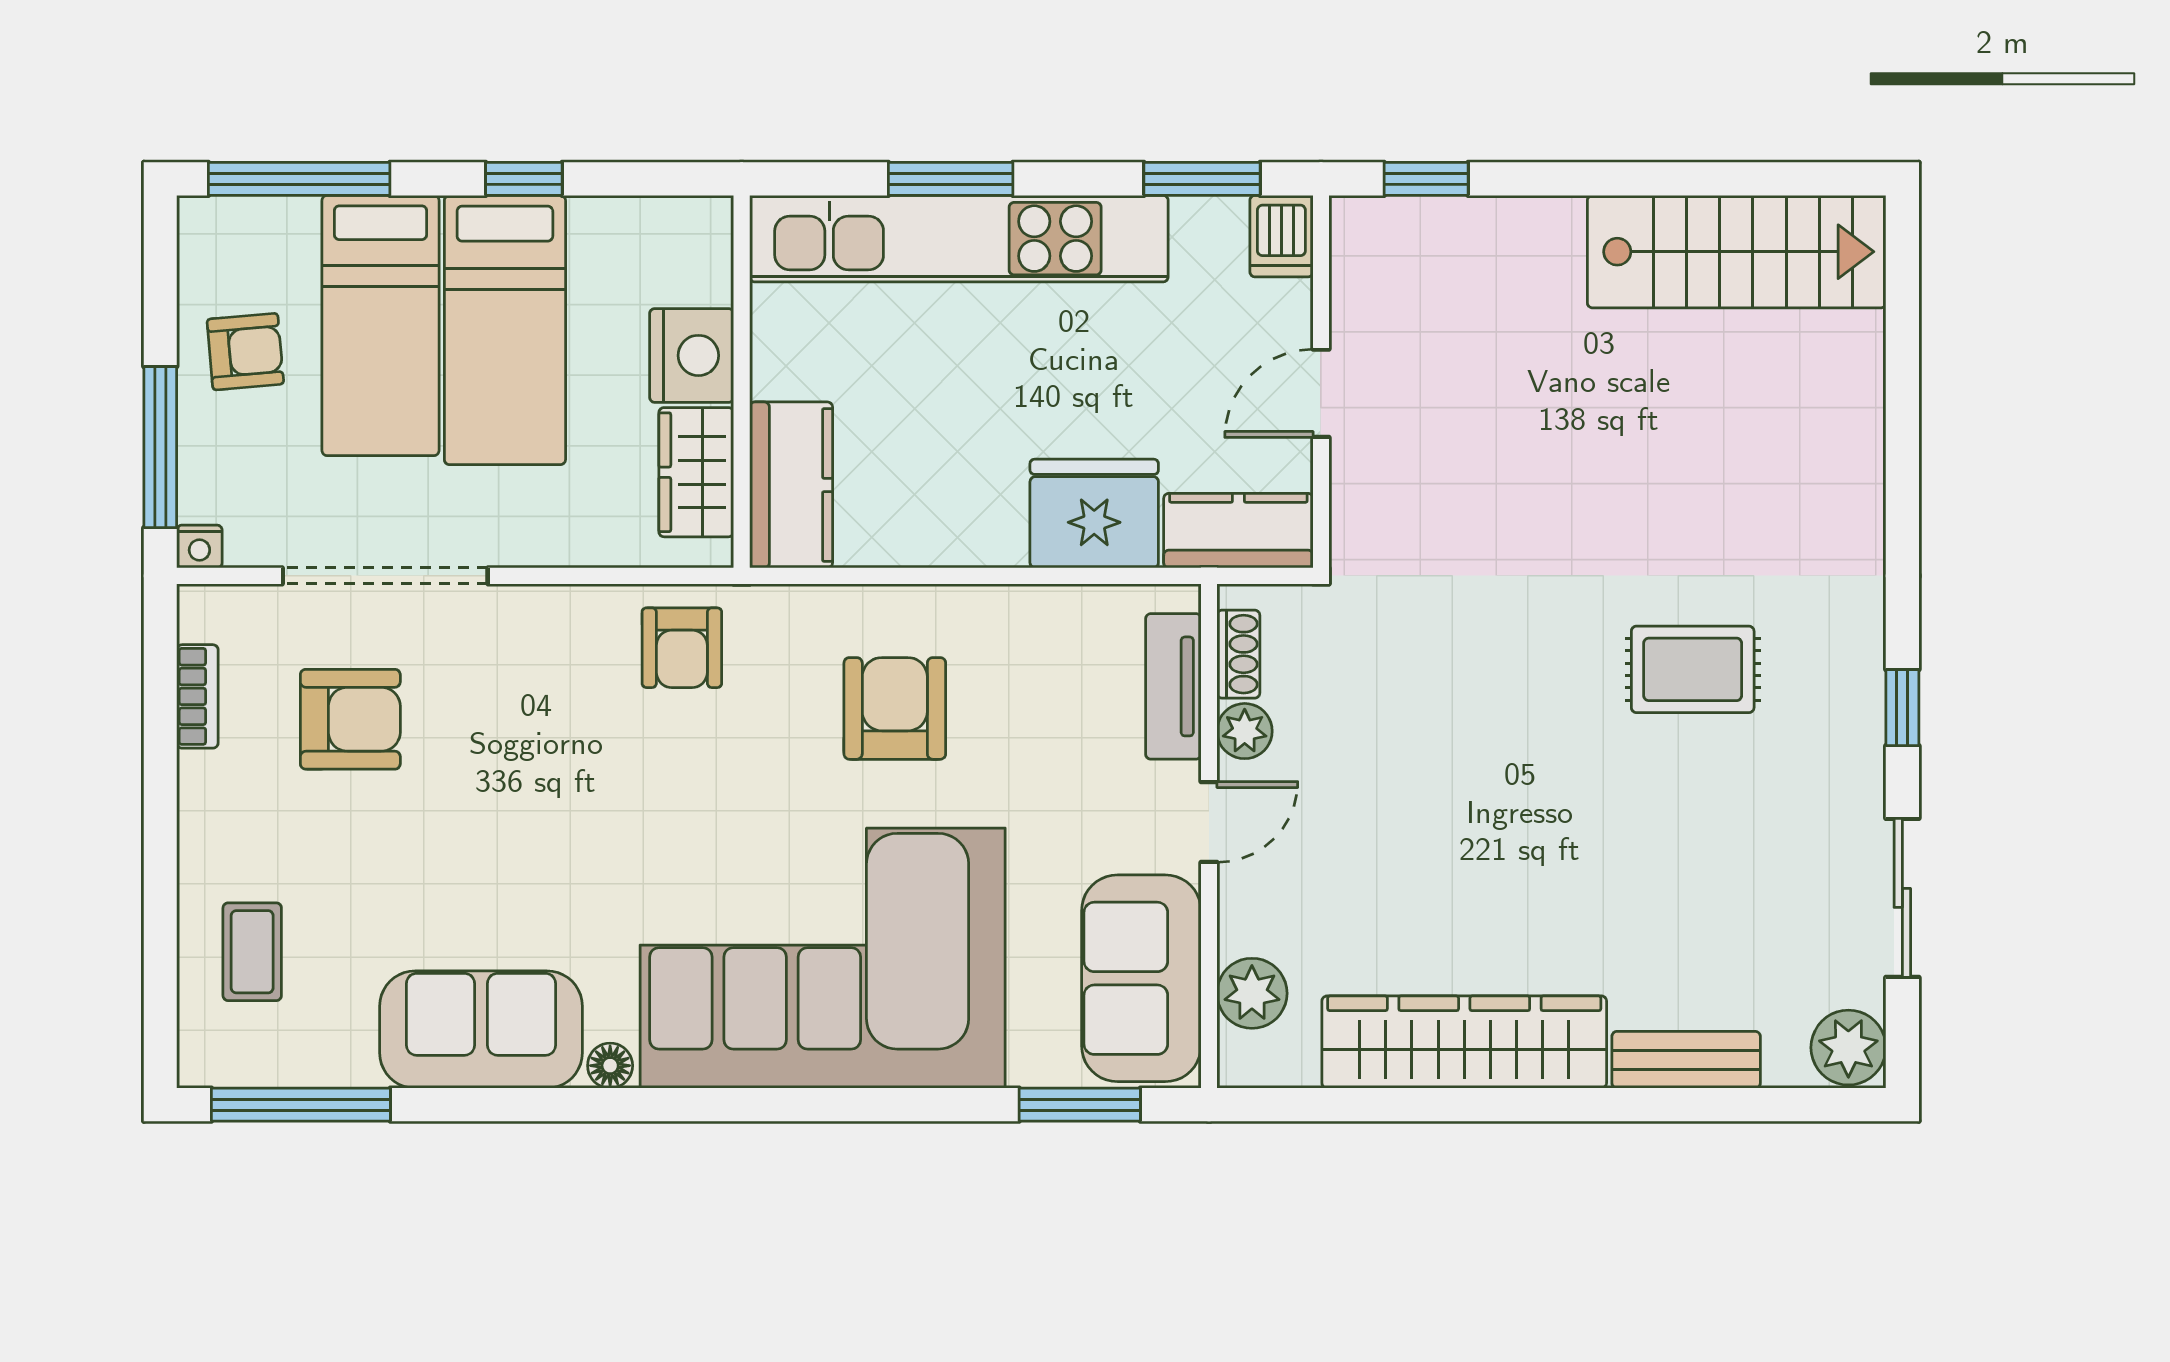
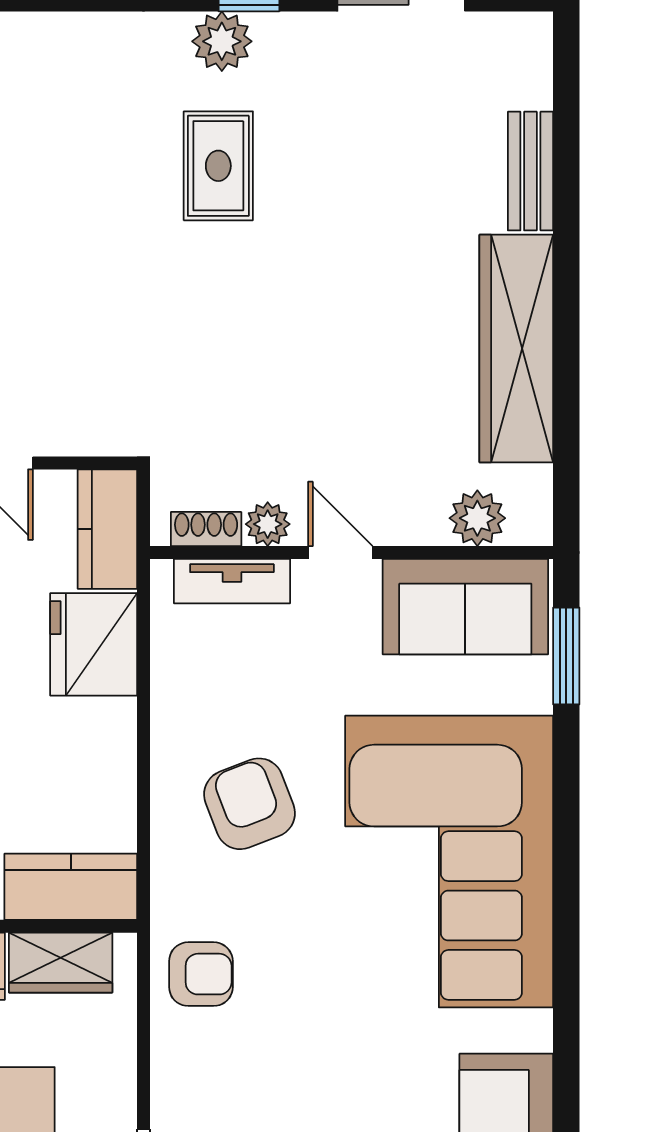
armchair: (895, 708) -> (250, 804), turned 69
plant: (1848, 1048) -> (222, 41), moved
floor lamp: (610, 1066) -> (535, 1032), removed

